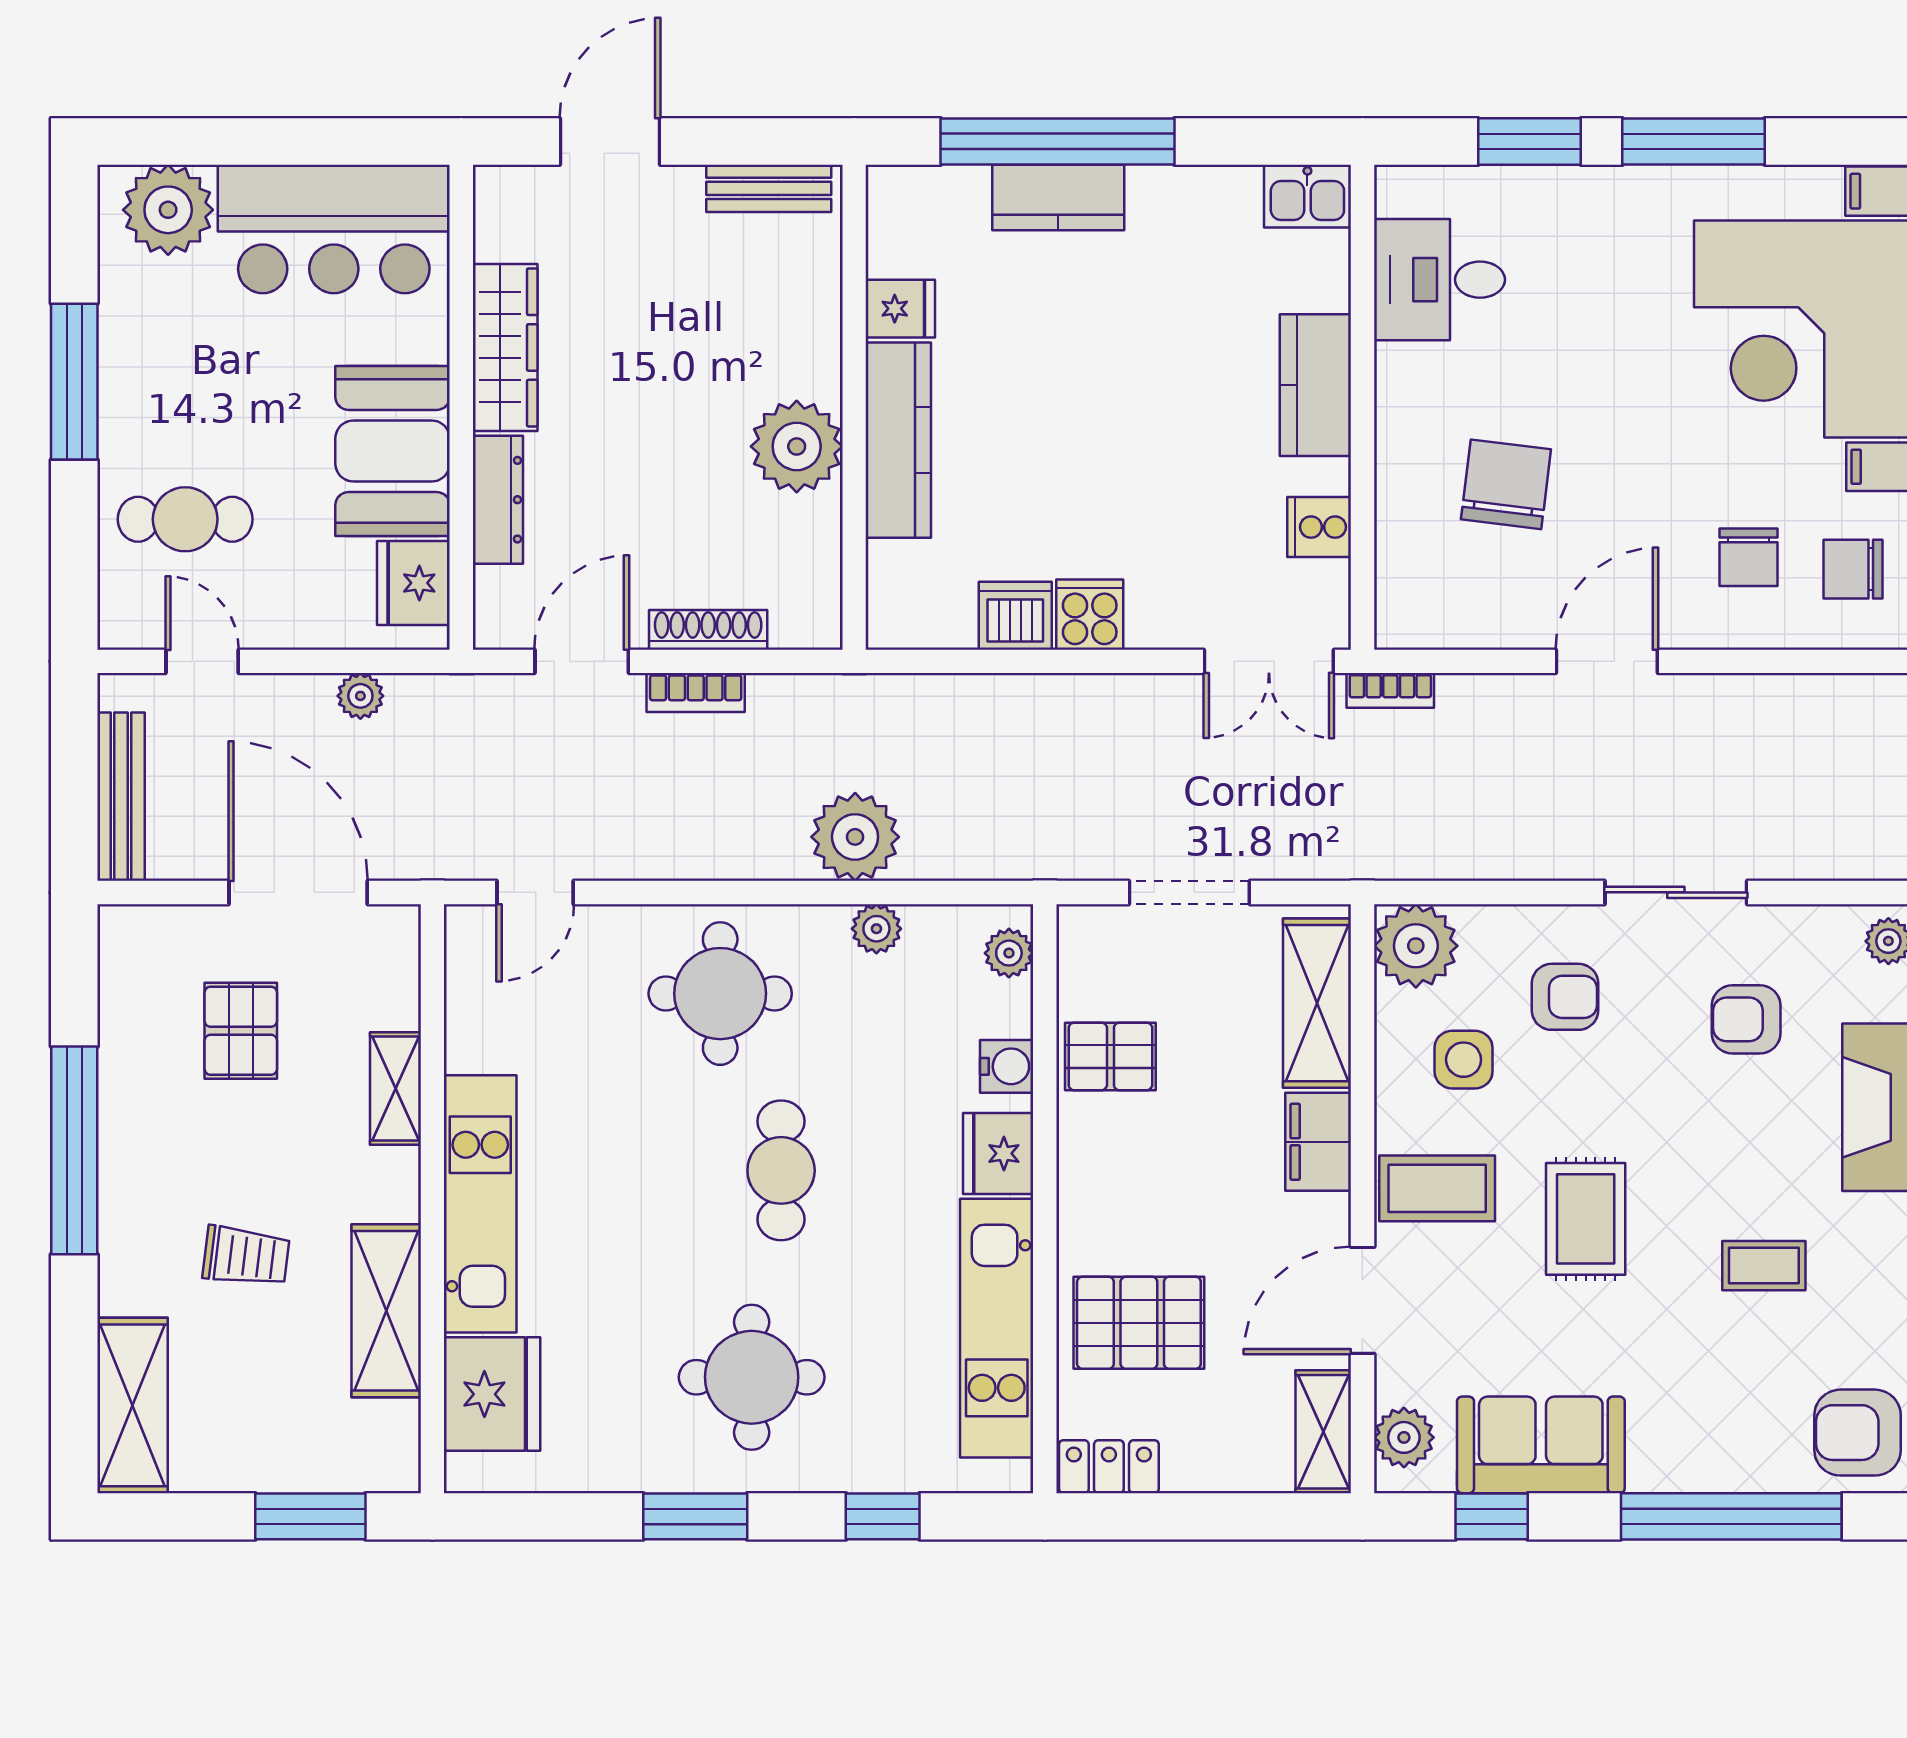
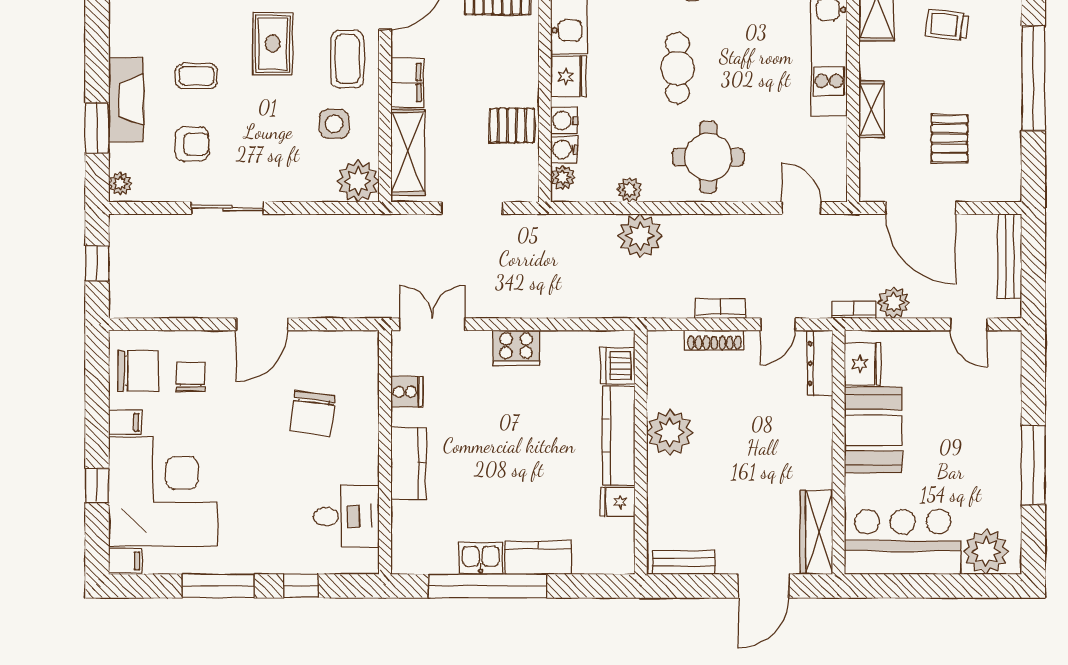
window: (1058, 141) -> (488, 586), moved
window: (1530, 141) -> (301, 586), width x0.67
kitchen sink: (1307, 196) -> (481, 558), moved
wardrobe: (505, 347) -> (816, 532), moved
dresser: (498, 500) -> (820, 363), moved
cafe table: (185, 519) -> (977, 396), removed
chair: (1853, 569) -> (138, 371), width x1.37, depth x1.37
cooker: (1090, 615) -> (516, 348), width x1.36
dishwasher: (1015, 616) -> (618, 366), moved, turned 90
door: (582, 661) -> (778, 324), width x0.73
bookcase: (1390, 690) -> (853, 310), moved
plant: (360, 696) -> (894, 303), width x1.38, depth x1.38
door: (535, 892) -> (801, 208), hinge flipped
armchair: (1565, 997) -> (283, 155), removed
water cooler: (1007, 1009) -> (564, 150), added
coffee table: (1437, 1188) -> (347, 59), turned 90
coffee table: (1764, 1266) -> (196, 76), moved

